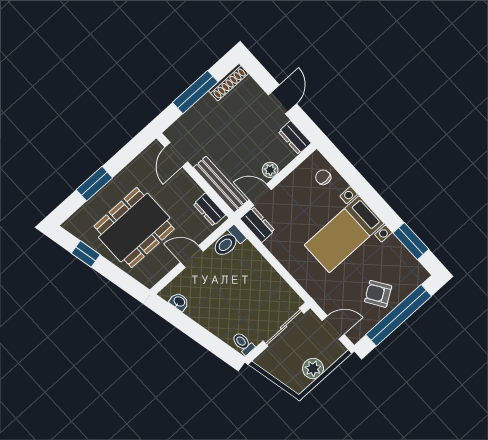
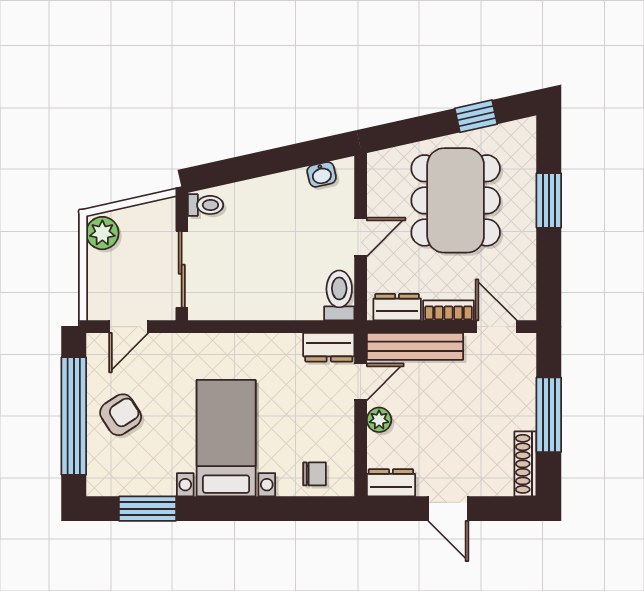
bookcase: (189, 184) -> (448, 310), added
plant: (313, 369) -> (102, 233), moved

